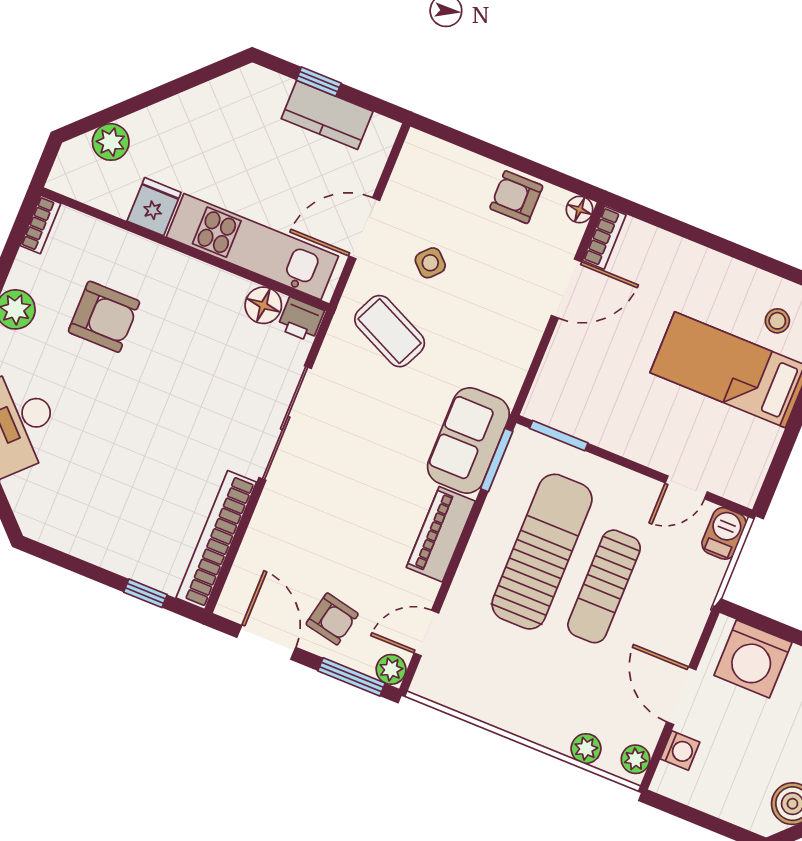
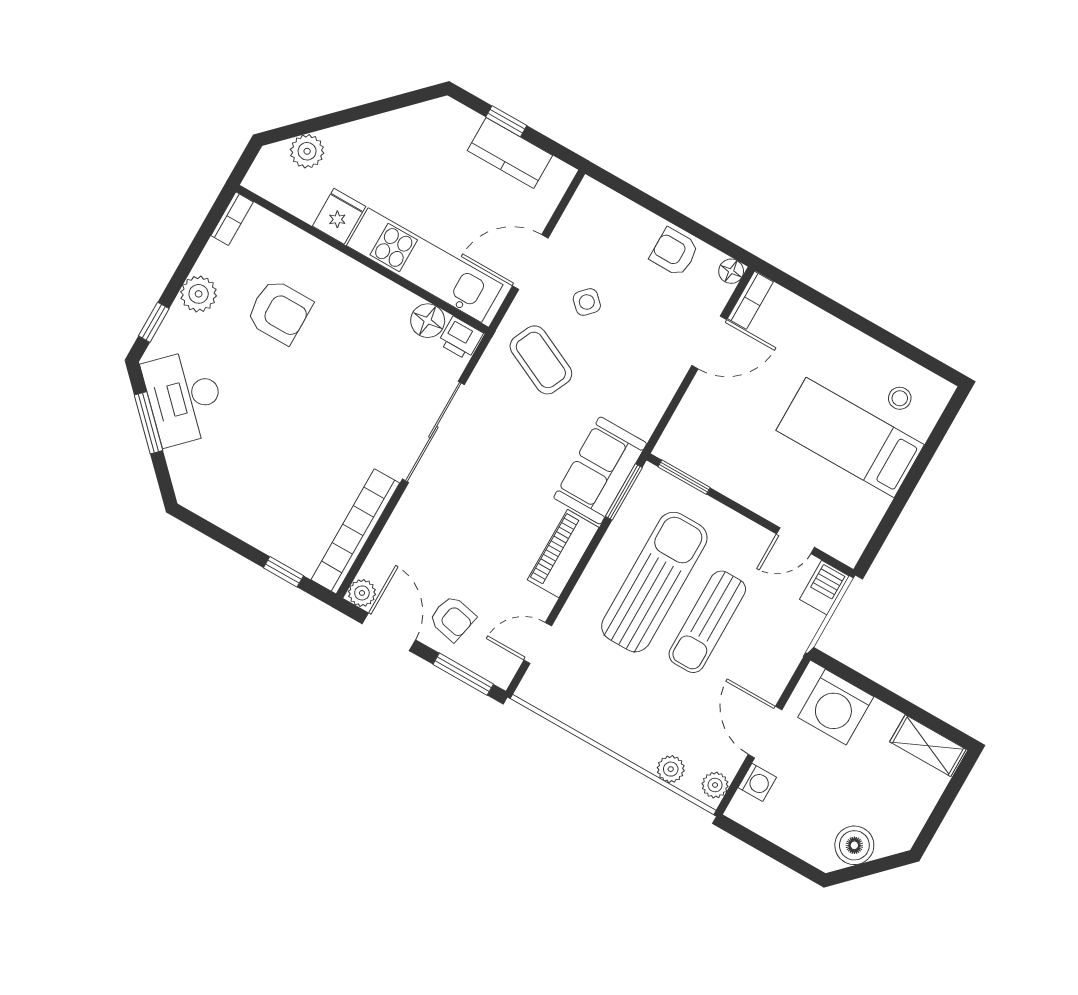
plant: (391, 669) -> (362, 593), moved

